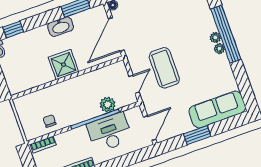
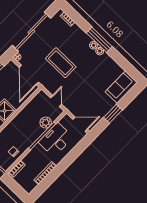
window: (226, 34) -> (99, 40), width x0.68
coffee table: (164, 68) -> (61, 63), moved
sofa: (217, 109) -> (121, 87), width x0.73
door: (150, 128) -> (80, 124), hinge flipped

